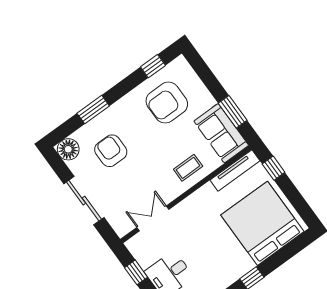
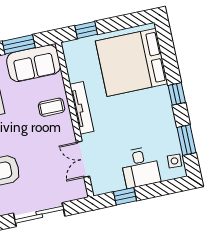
coffee table: (188, 168) -> (51, 107), turned 90
tv unit: (235, 170) -> (82, 108), moved

